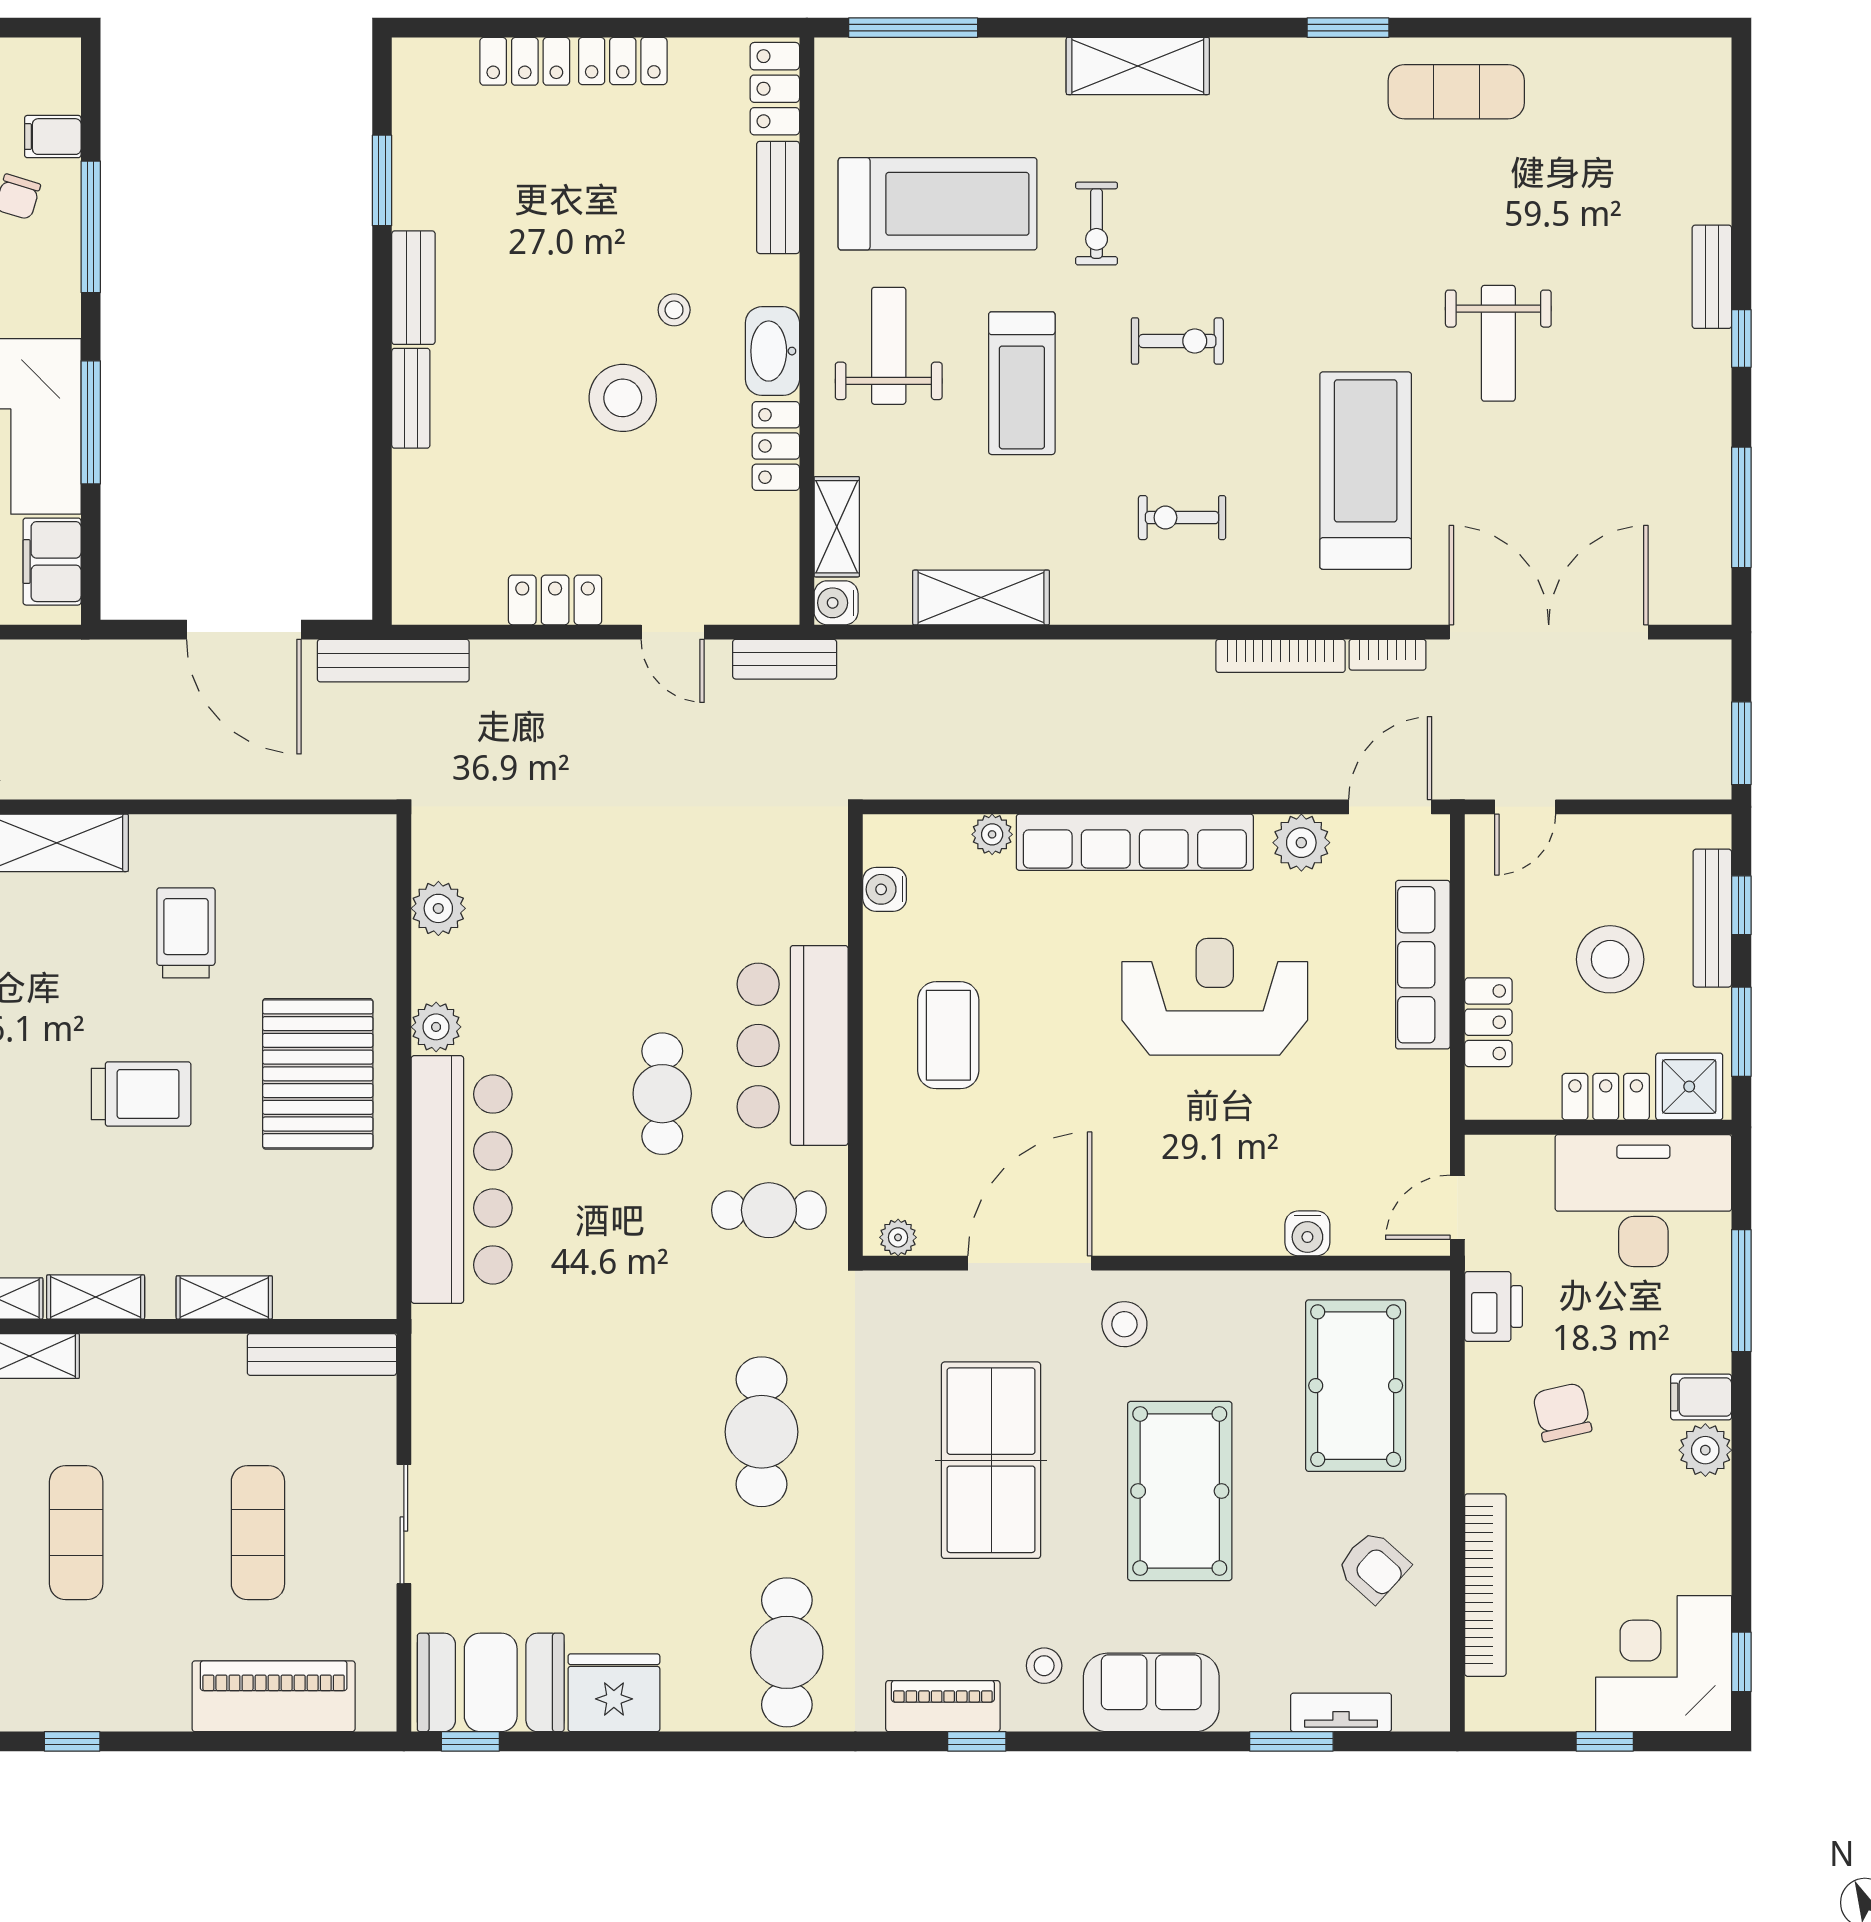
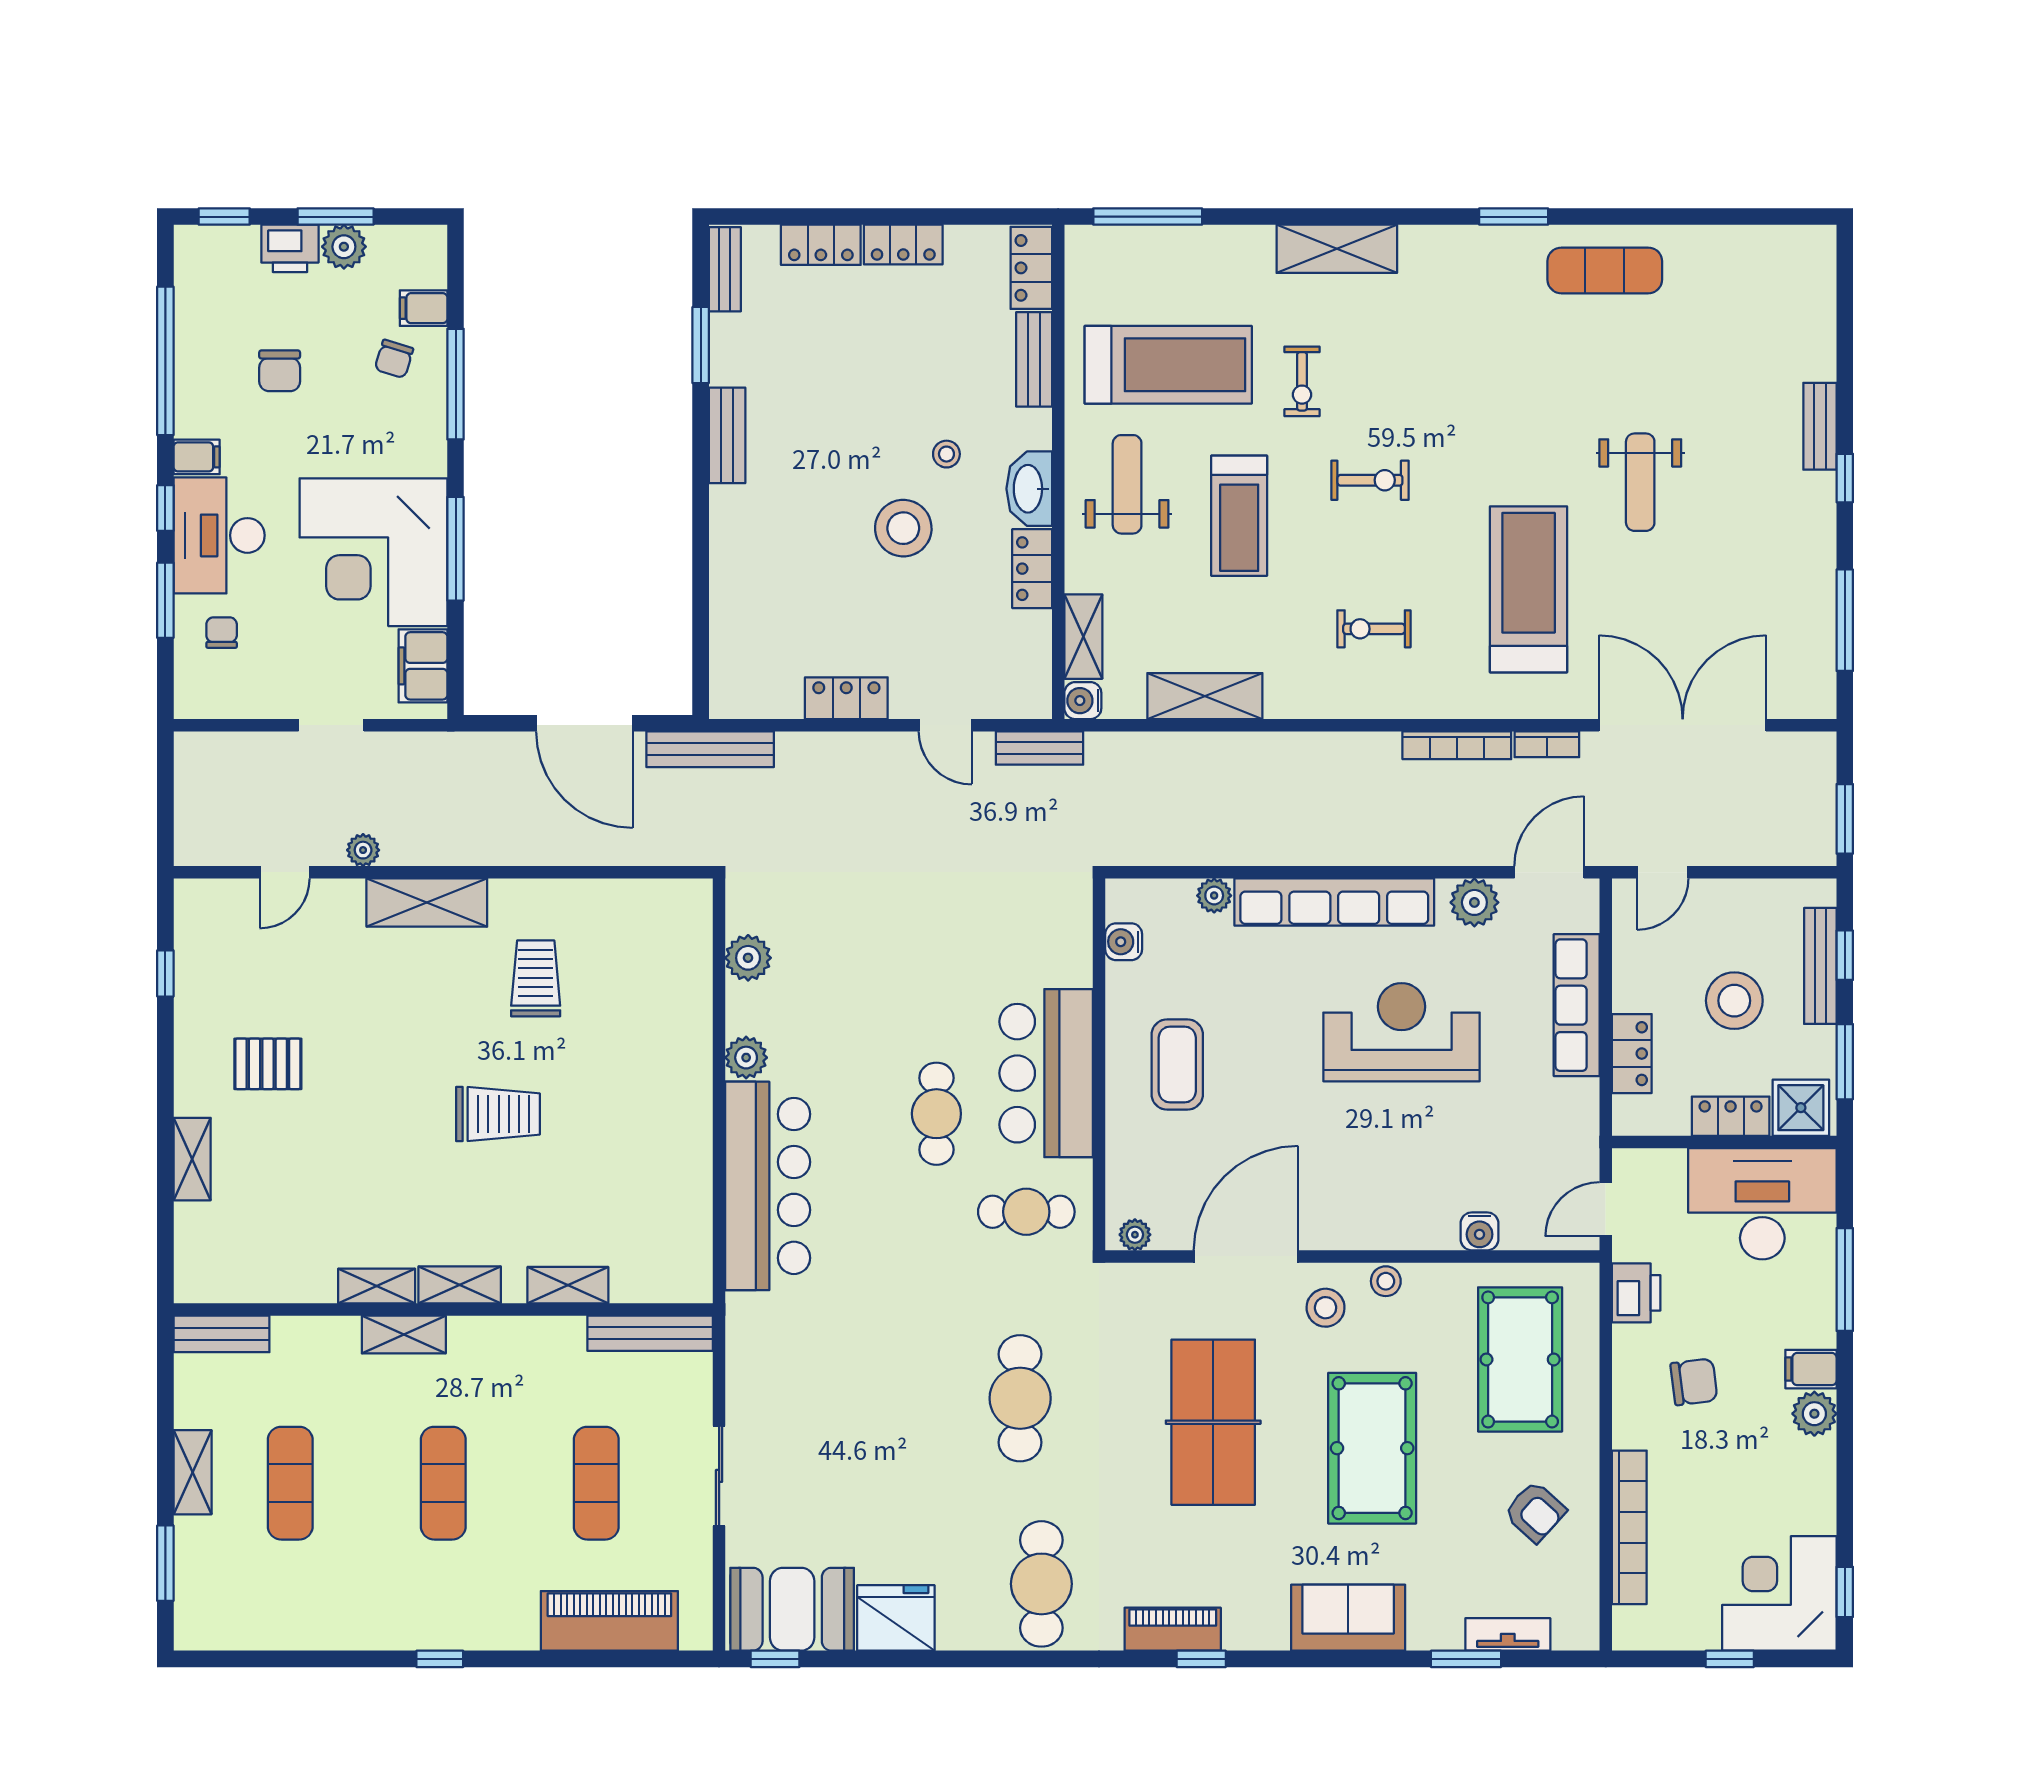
bench: (411, 398) -> (725, 269), moved
pallet: (318, 1074) -> (647, 1097), removed
chair: (1562, 1412) -> (1694, 1382), turned 96
stool: (1044, 1666) -> (1386, 1281), moved

